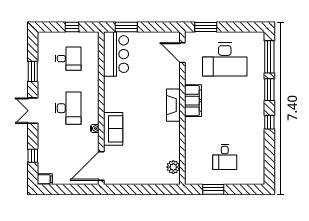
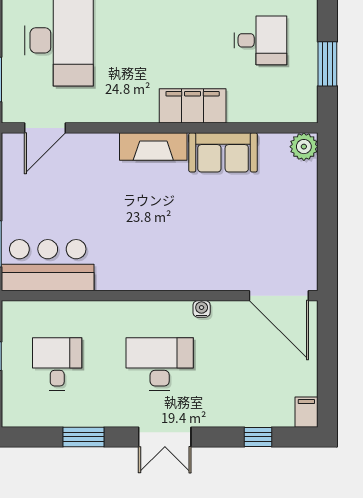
filing cabinet: (193, 101) -> (193, 106), moved
sofa: (113, 129) -> (223, 152), moved, turned 180
plant: (173, 167) -> (304, 147), moved

